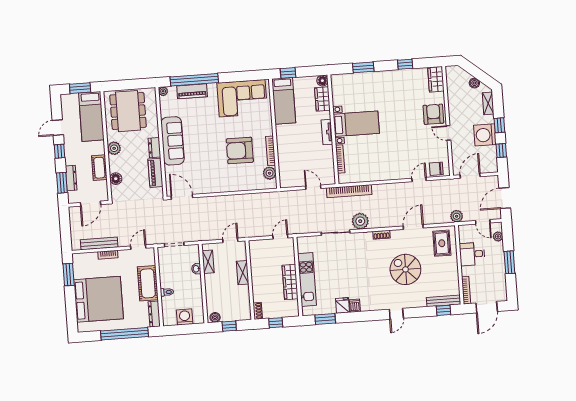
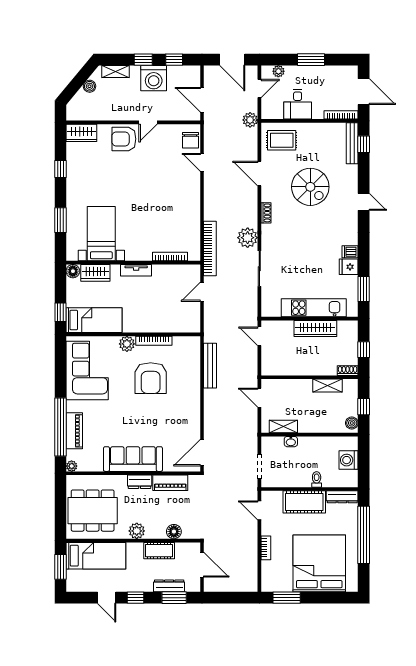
bed with nightstands: (356, 124) -> (101, 234), moved
plant: (270, 173) -> (127, 344), moved
bench: (99, 243) -> (210, 366), moved
spiral stairs: (405, 269) -> (310, 187), turned -90
shelving: (243, 273) -> (327, 386), moved

